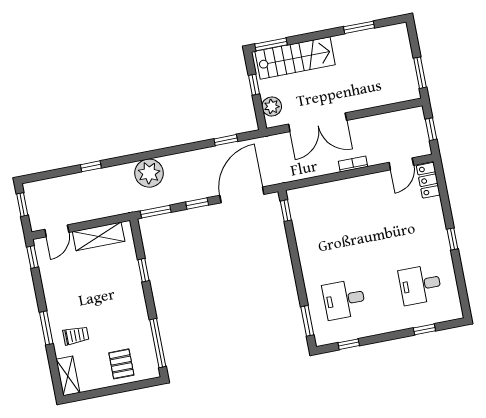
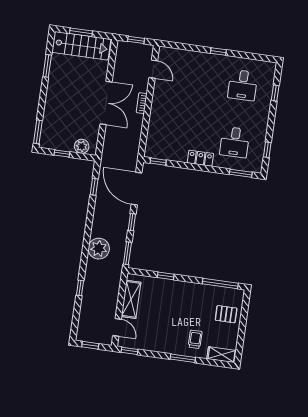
stairs: (295, 58) -> (81, 46), moved, turned 90
window: (420, 73) -> (81, 32), moved
double door: (318, 122) -> (106, 103), moved
locker: (428, 180) -> (200, 158), moved, turned 180

